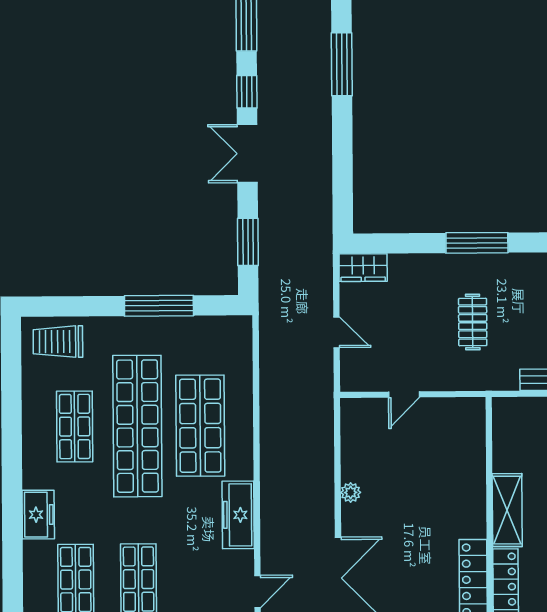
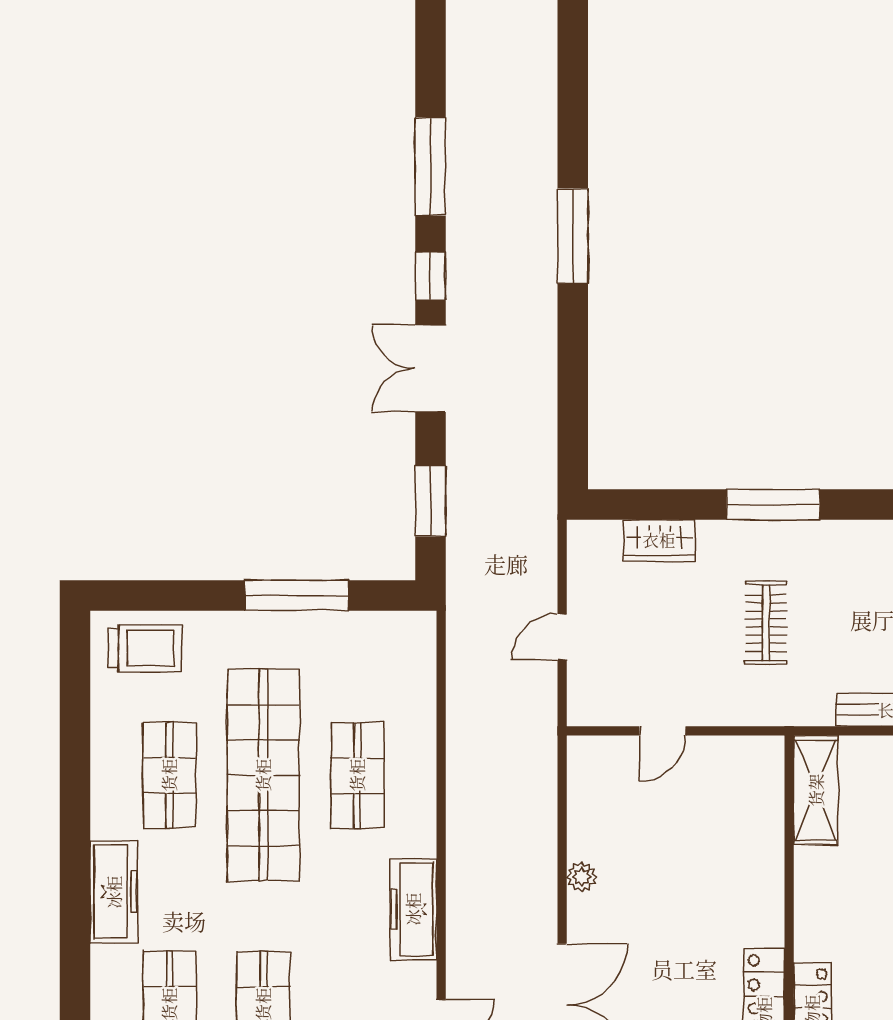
wardrobe: (363, 268) -> (659, 540), moved
door: (337, 332) -> (562, 637), swing flipped
trolley: (58, 342) -> (145, 648), turned 180
shop shelf: (200, 426) -> (357, 775), width x0.70, depth x0.74
shelving: (507, 510) -> (816, 790), moved
freezer: (38, 515) -> (114, 892), width x1.40

